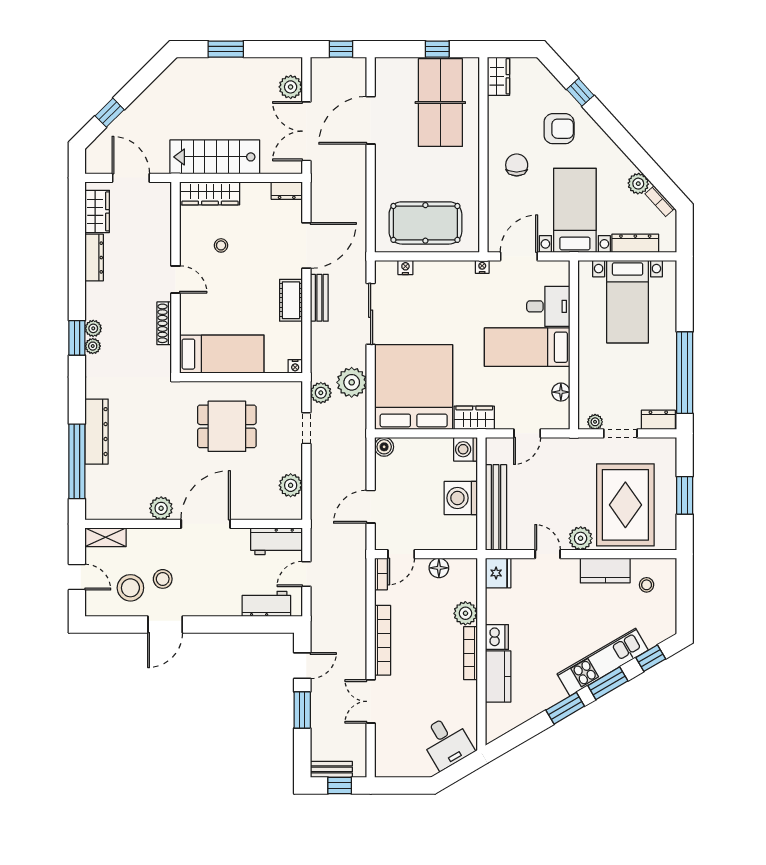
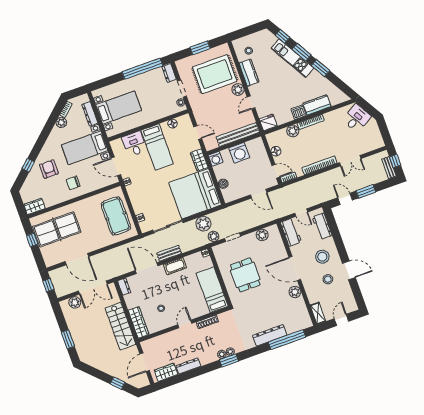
boiler: (384, 447) -> (223, 184), moved
stool: (130, 588) -> (322, 257), moved

